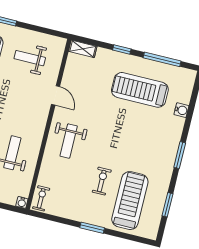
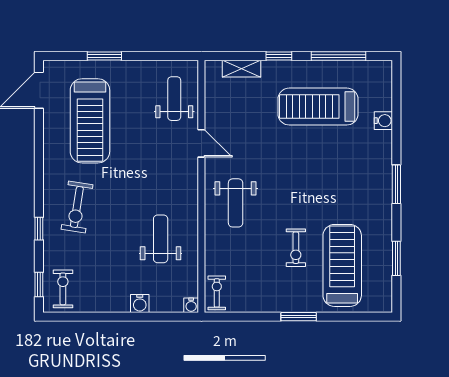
shelving: (83, 49) -> (241, 69), moved
weight bench: (30, 58) -> (174, 99), moved, turned 90
exercise bike: (102, 181) -> (296, 248), turned 180

